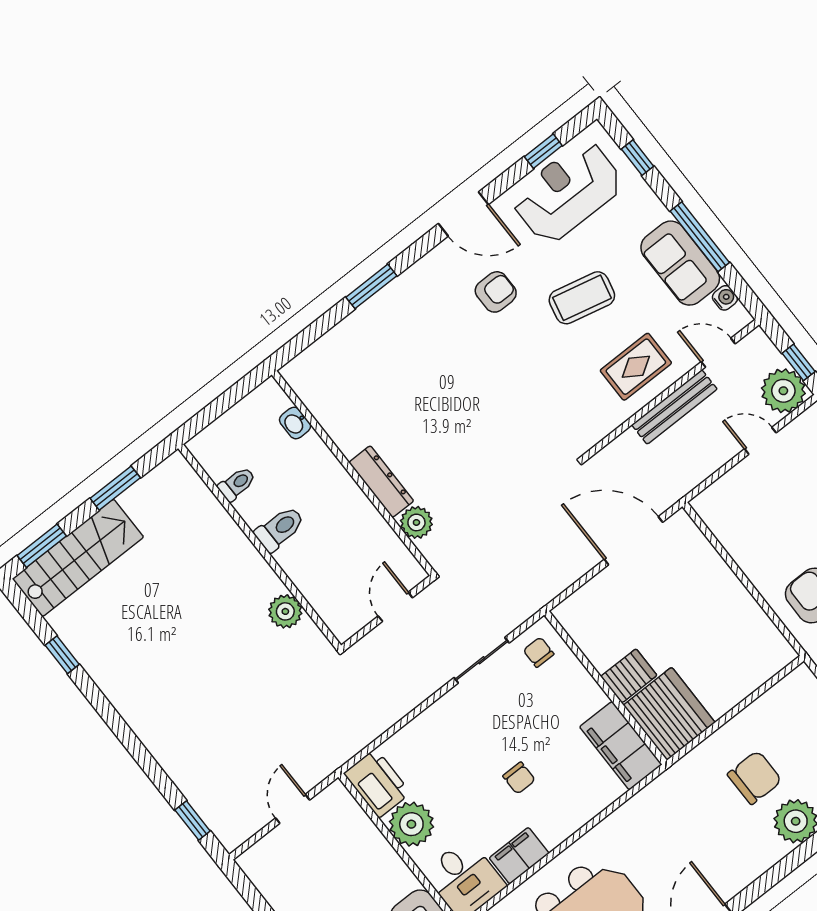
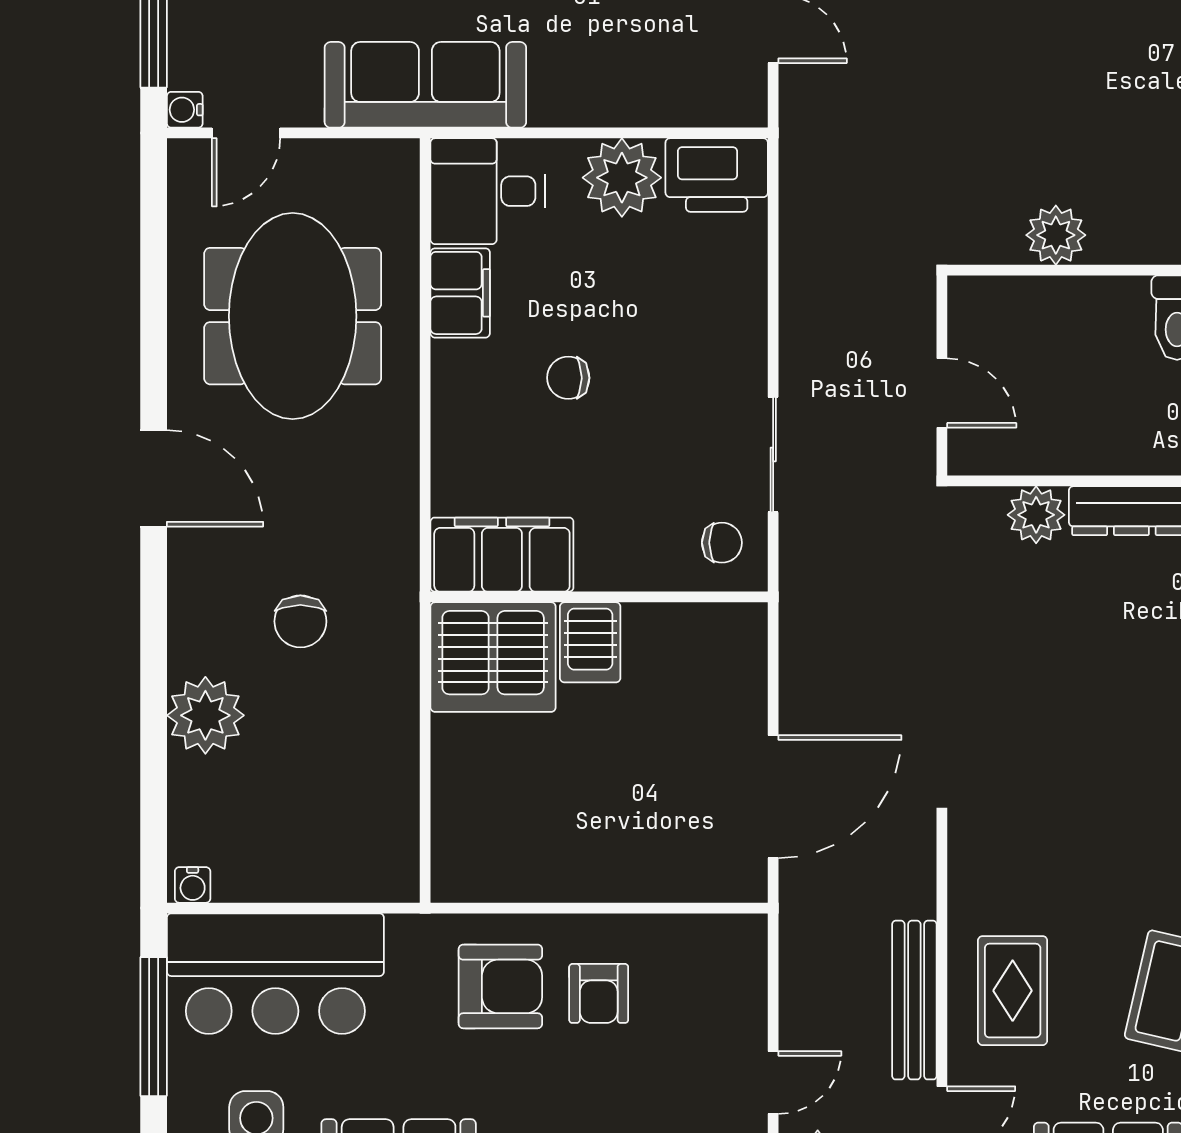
armchair: (782, 549) -> (599, 993), added
chair: (755, 778) -> (300, 621), moved, width x0.73, depth x0.73

